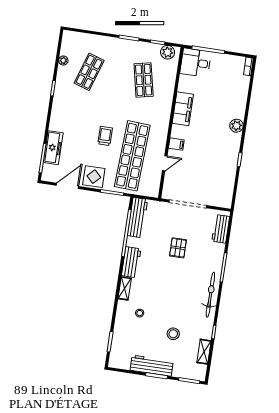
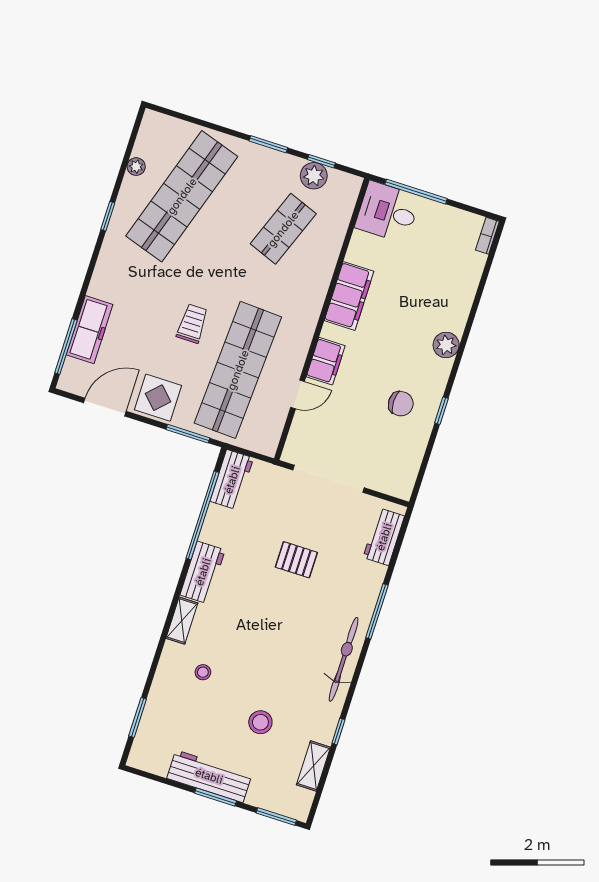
plant: (168, 52) -> (314, 176), moved
shop shelf: (89, 72) -> (182, 196), width x2.00, depth x1.36
shop shelf: (144, 80) -> (283, 229), turned 33
filing cabinet: (176, 144) -> (326, 361), width x2.00
chair: (218, 159) -> (401, 404), added
workbench: (138, 218) -> (232, 480), width x0.73
pallet: (178, 248) -> (296, 560), turned 90

